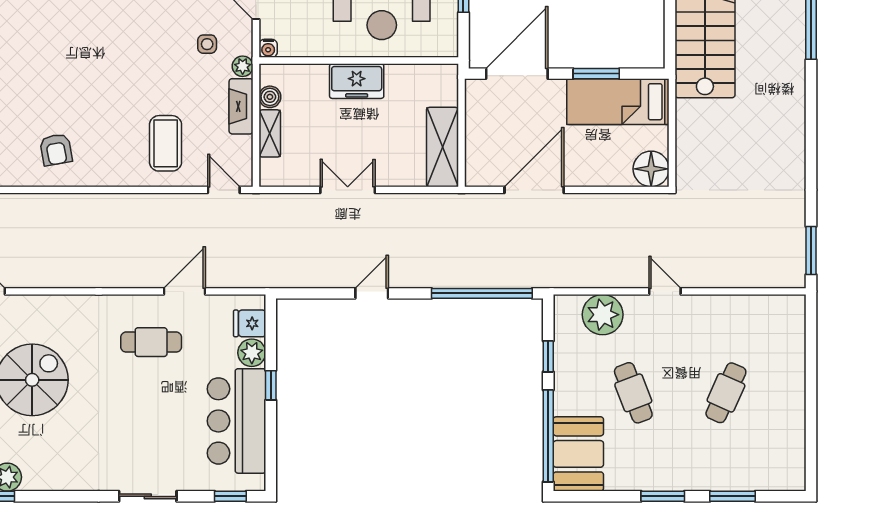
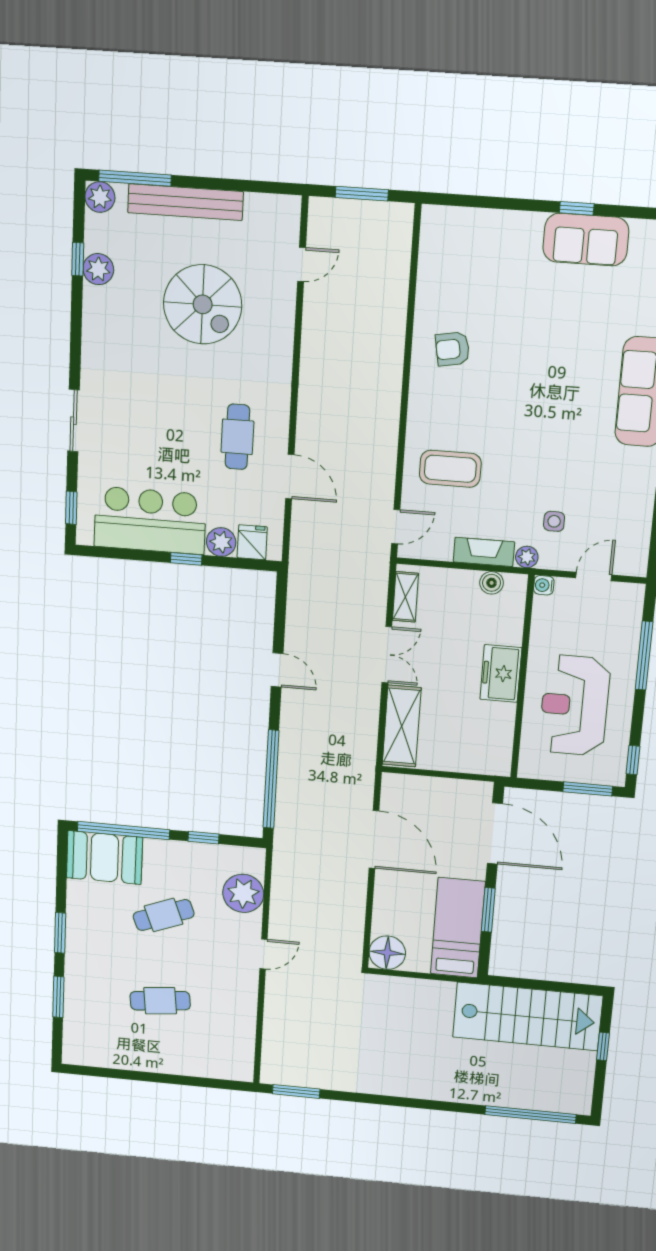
shelving: (270, 133) -> (405, 597), moved, turned 90
shelving: (443, 147) -> (402, 726), moved, turned 90
cafe table: (726, 393) -> (160, 1001), turned -30

